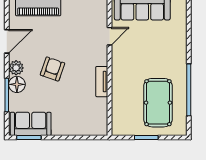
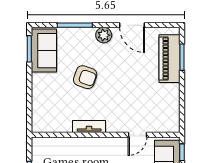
door: (109, 36) -> (137, 135), hinge flipped
armchair: (52, 69) -> (85, 77), moved
floor lamp: (17, 84) -> (86, 36), removed

